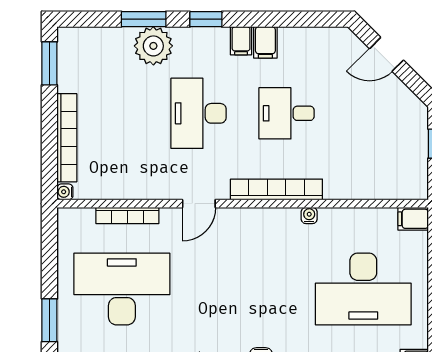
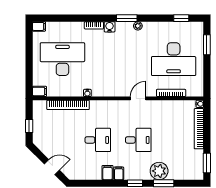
desk: (199, 113) -> (138, 140), width x0.73
bookcase: (276, 189) -> (68, 105), moved

